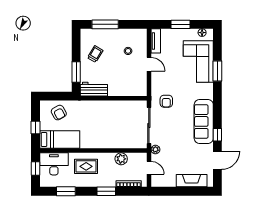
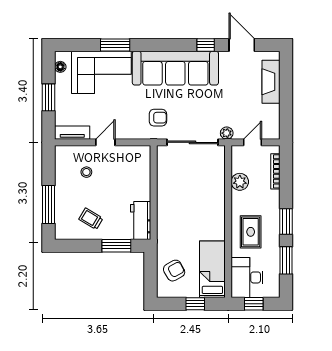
sofa: (204, 121) -> (175, 68), width x1.36, depth x1.27
window: (106, 191) -> (286, 222), moved

